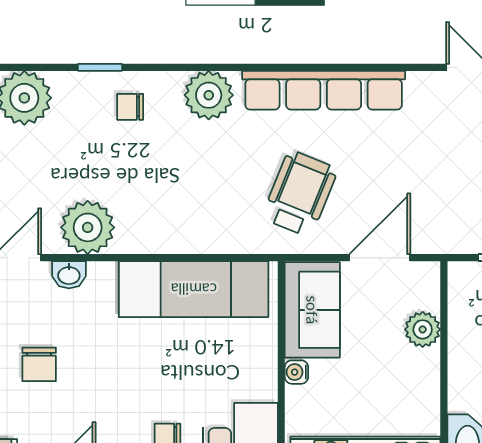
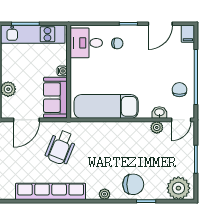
plant: (209, 95) -> (105, 194), width x0.53, depth x0.53
chair: (130, 107) -> (133, 184), width x1.87, depth x1.87
plant: (88, 227) -> (157, 127), width x0.53, depth x0.53
chair: (39, 364) -> (179, 90), moved

